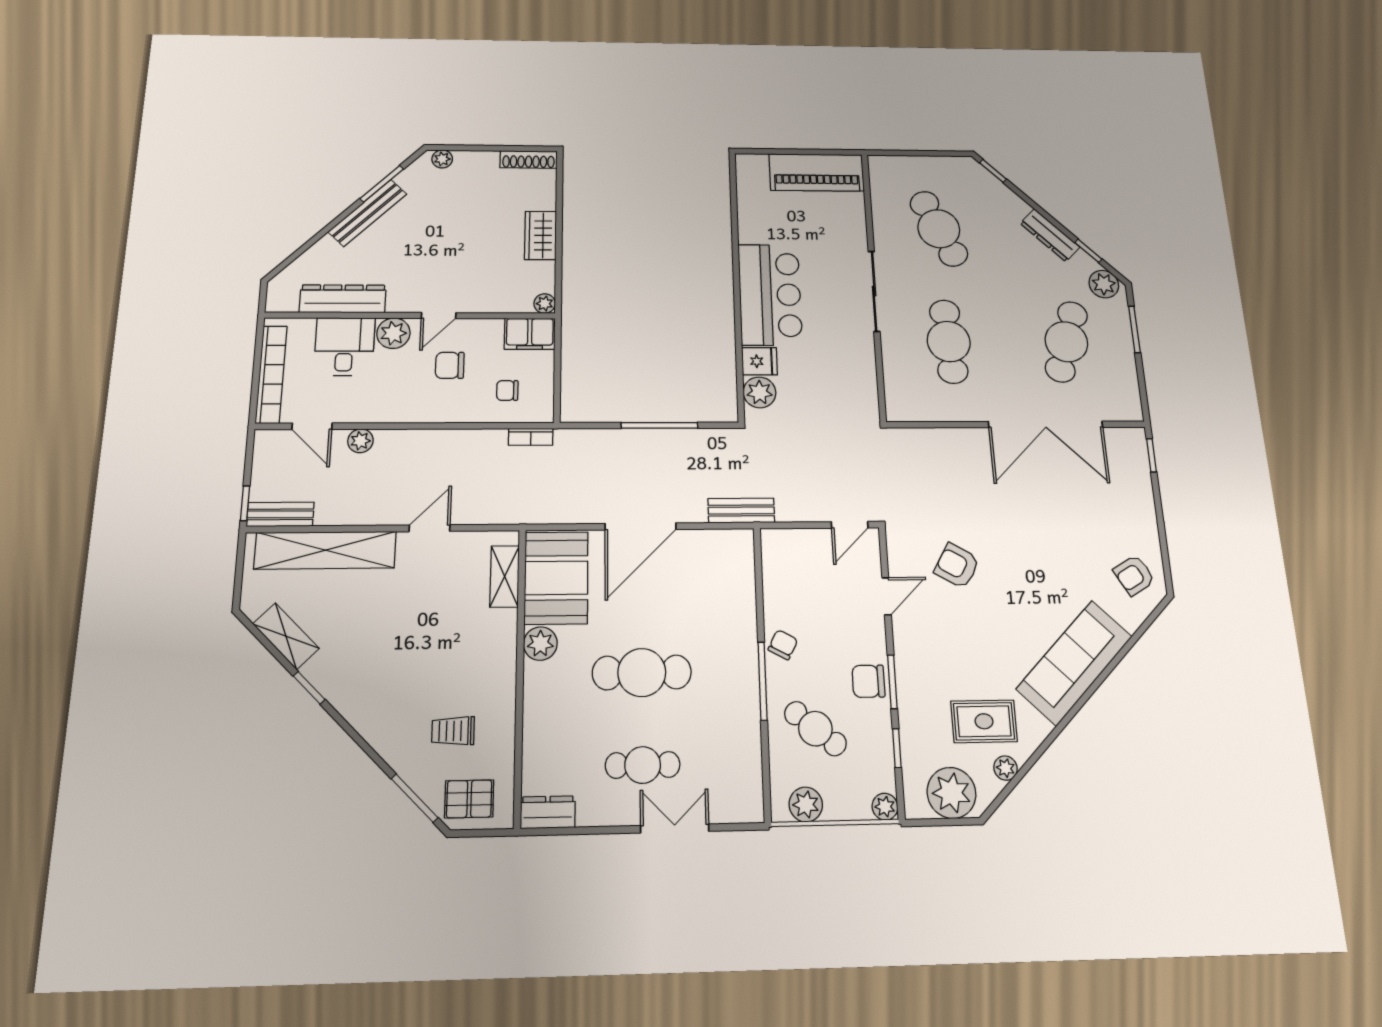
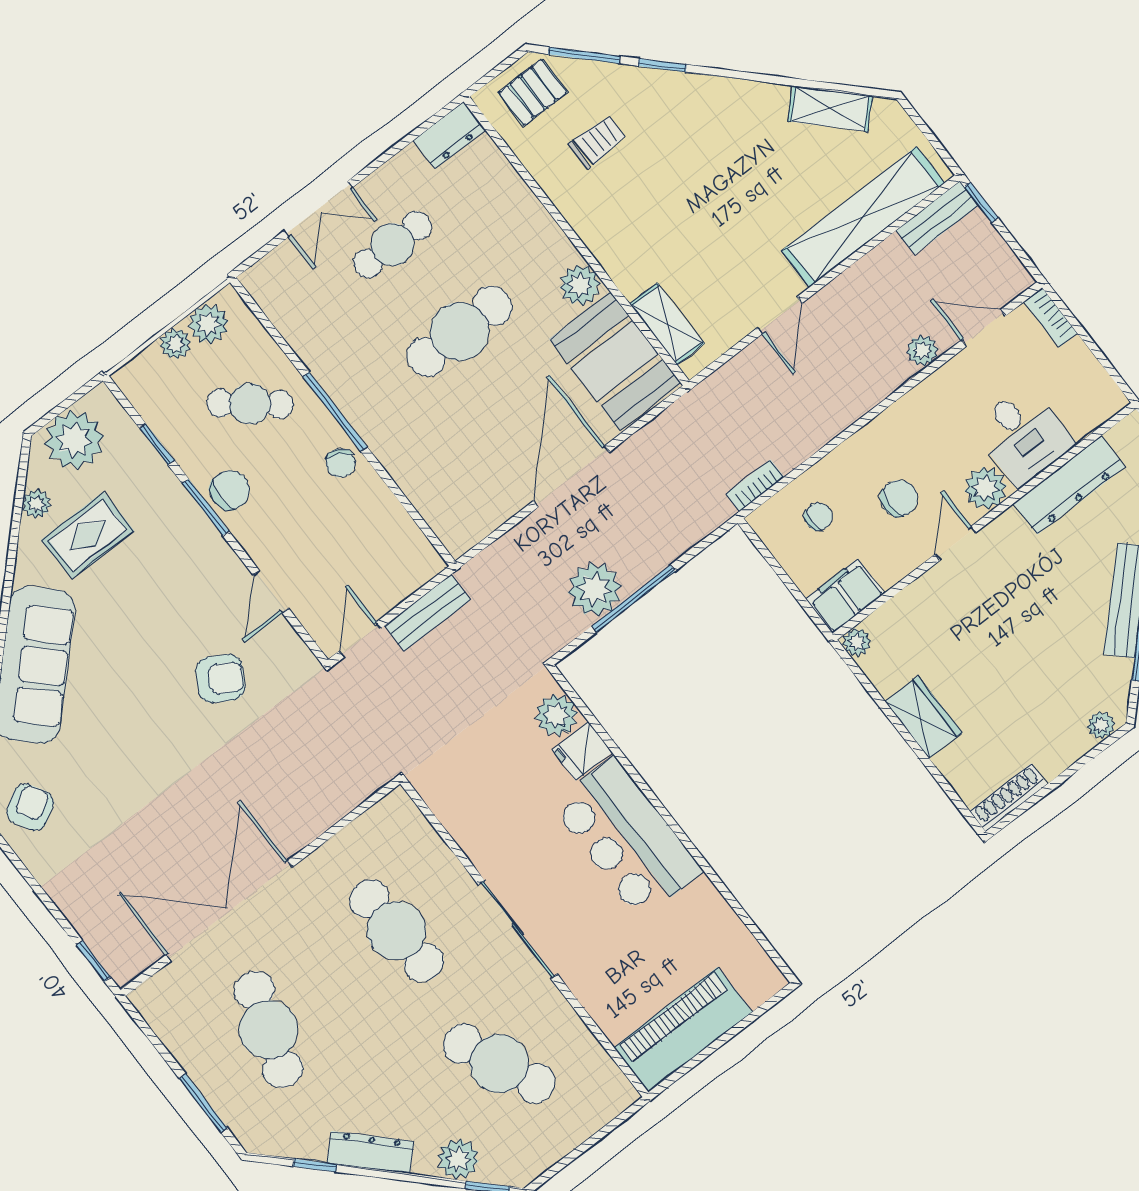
plant: (1104, 284) -> (458, 1159), moved
bookcase: (271, 374) -> (1051, 317), width x0.43, depth x0.76
plant: (679, 448) -> (595, 589), added
bench: (741, 511) -> (428, 613), moved
window: (309, 688) -> (662, 65), moved
plant: (885, 807) -> (175, 344), moved

